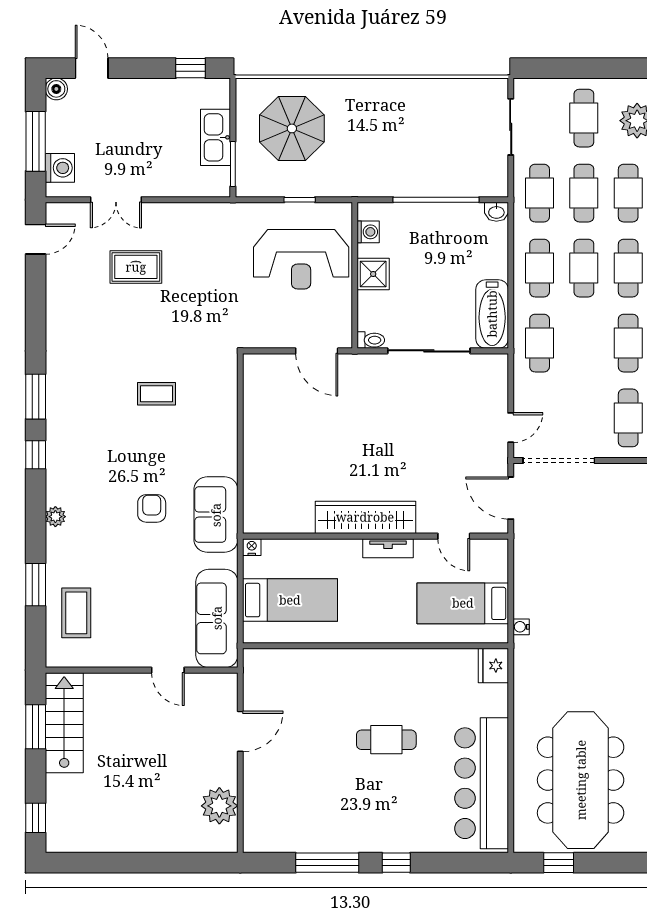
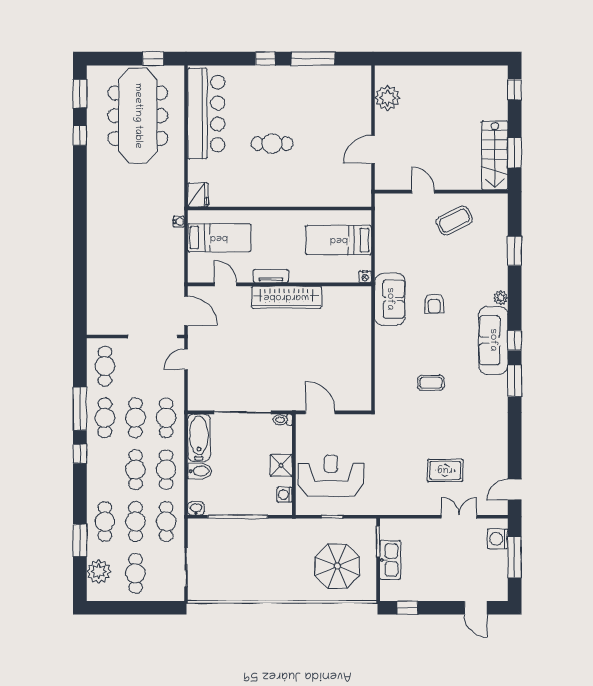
boiler: (56, 89) -> (500, 593), removed
bidet: (491, 266) -> (200, 471), added
cafe table: (628, 268) -> (136, 418), moved
coffee table: (76, 613) -> (454, 221), moved, turned 63
sofa: (217, 618) -> (493, 340), moved, turned 180

